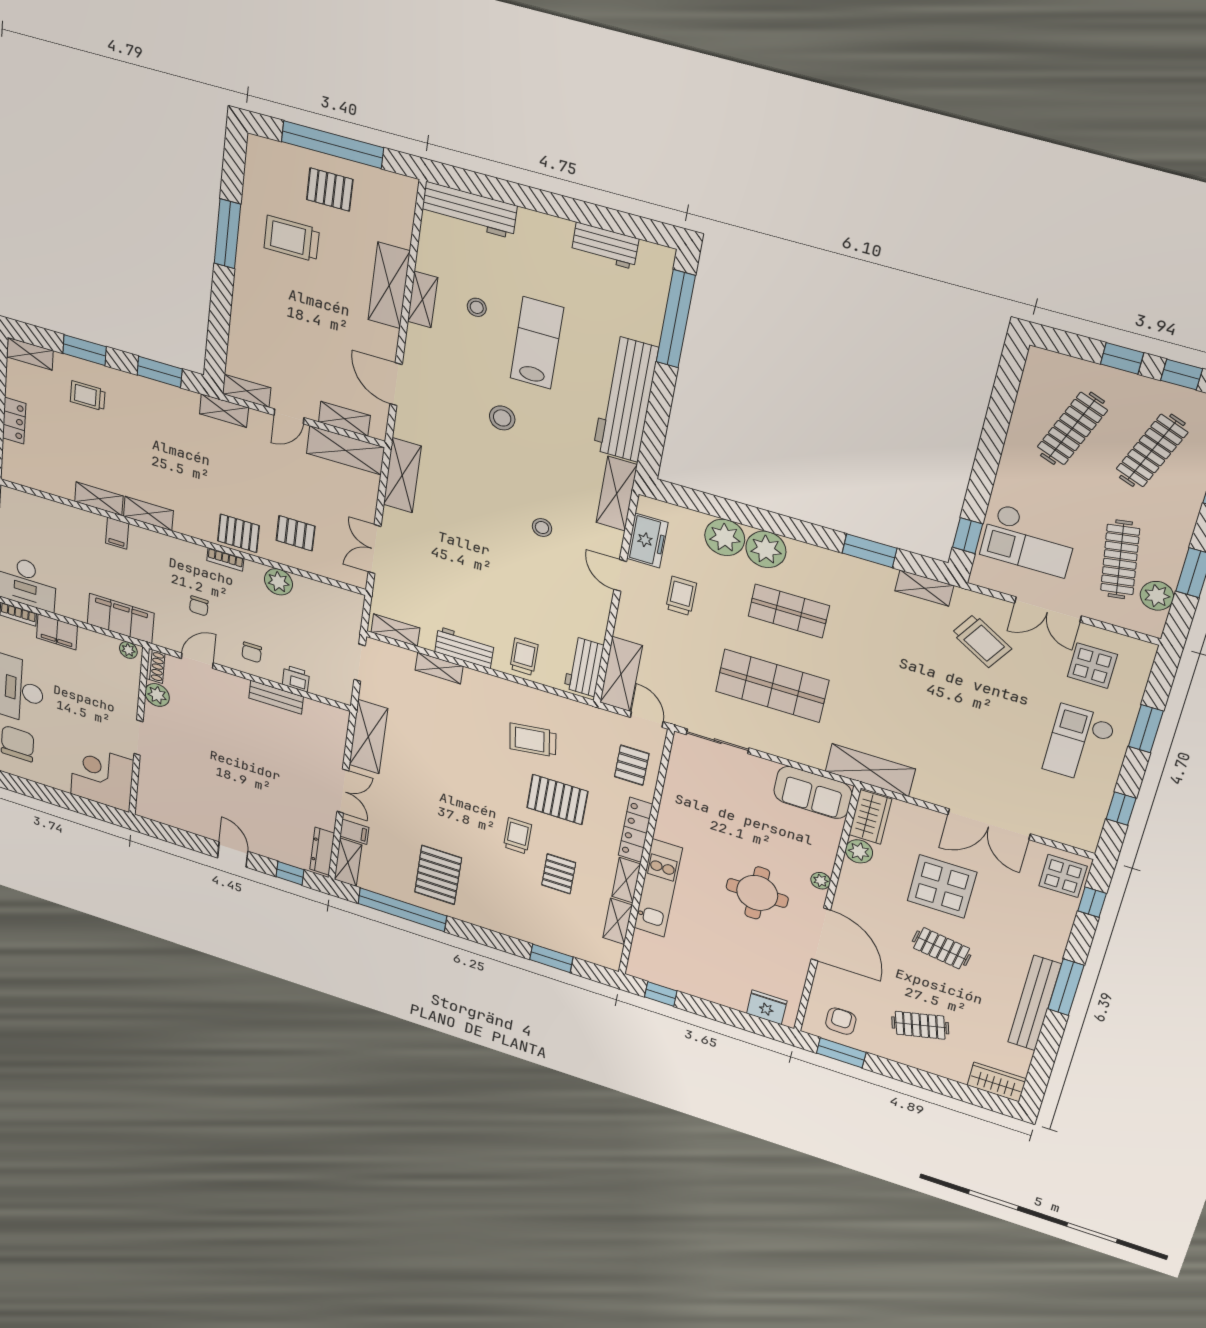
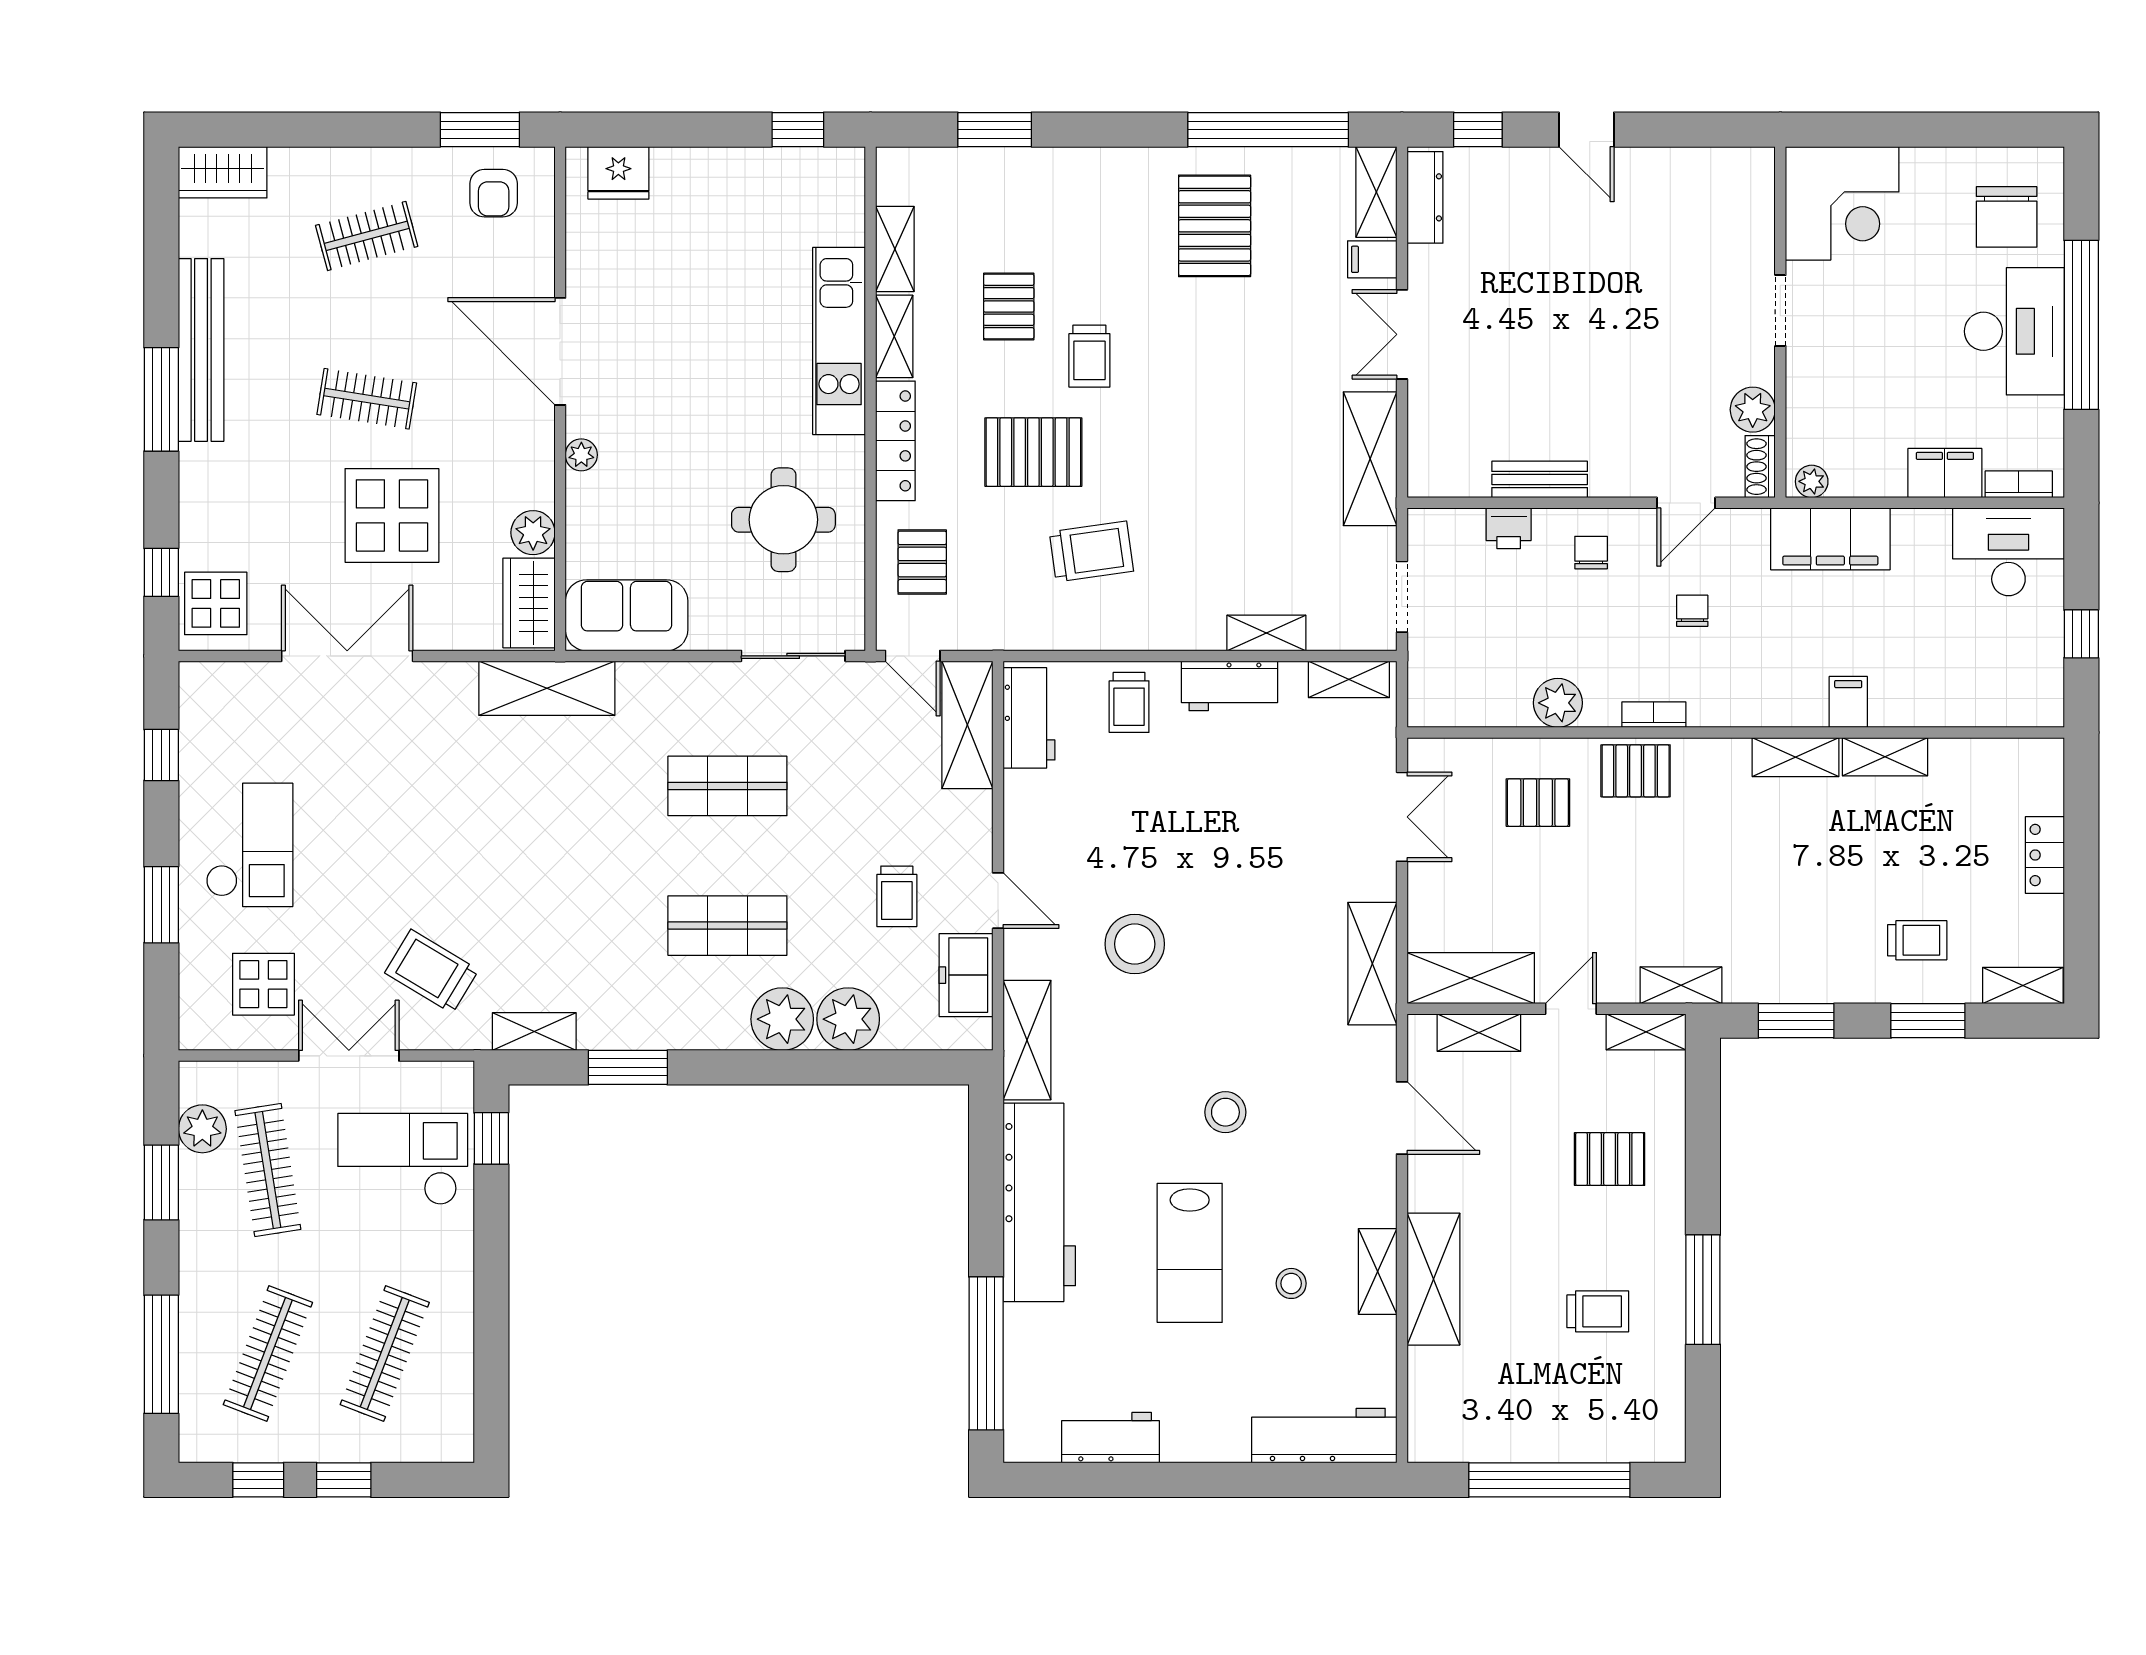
pallet: (330, 190) -> (1610, 1159), moved
trolley: (292, 239) -> (1598, 1311), width x0.73, depth x0.72
stool: (542, 528) -> (1135, 944), width x1.89, depth x1.89
shop shelf: (772, 686) -> (727, 786), width x0.70, depth x0.74
round table: (757, 893) -> (783, 520), moved

